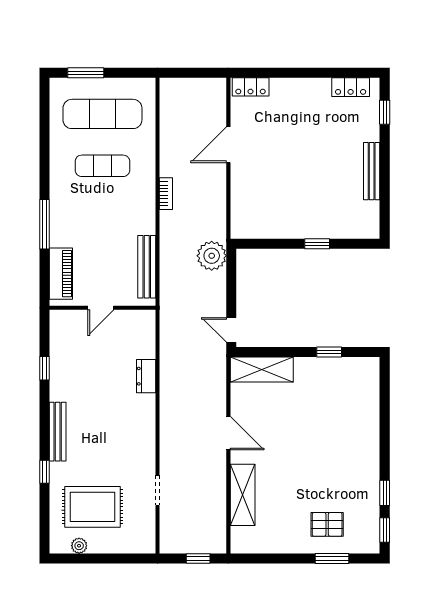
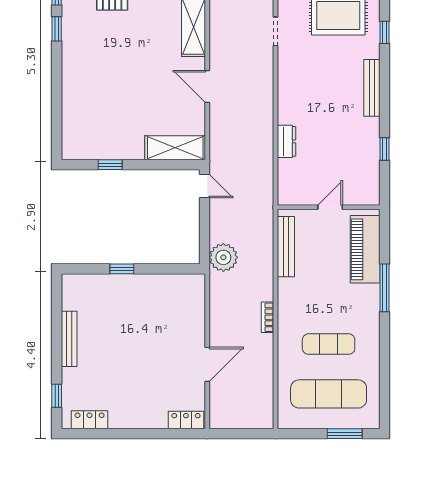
piano: (61, 274) -> (365, 249), width x1.37, depth x1.33
window: (44, 472) -> (384, 32), moved

